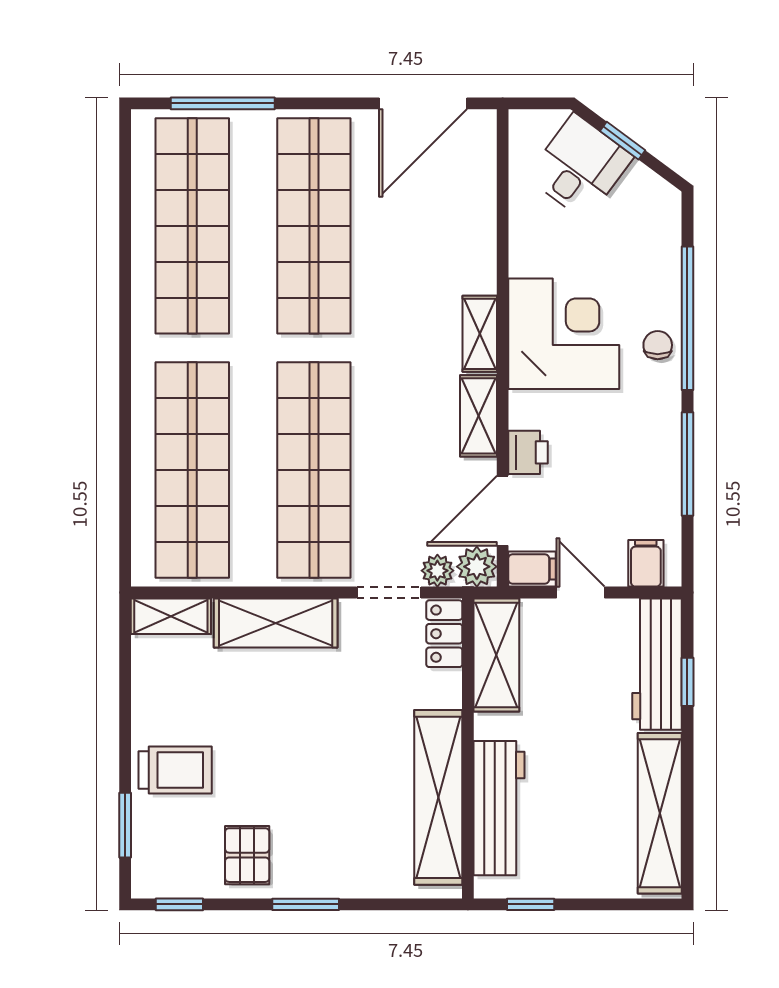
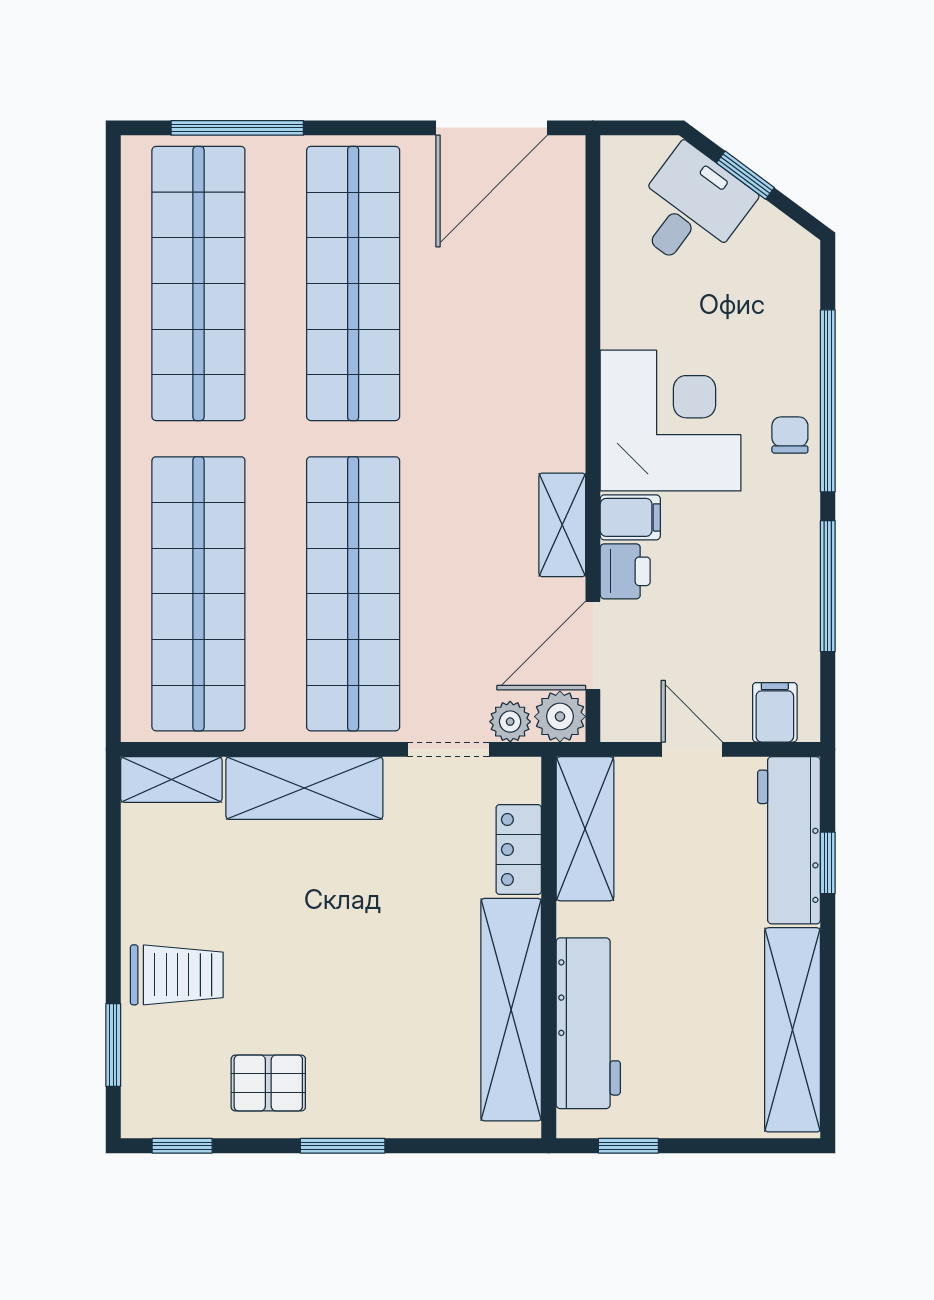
shelving: (480, 334) -> (564, 421), removed
filing cabinet: (532, 569) -> (630, 517), moved
locker: (444, 634) -> (519, 850), moved
pallet: (247, 855) -> (268, 1083), turned 90

